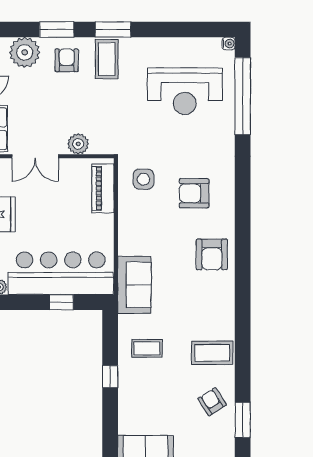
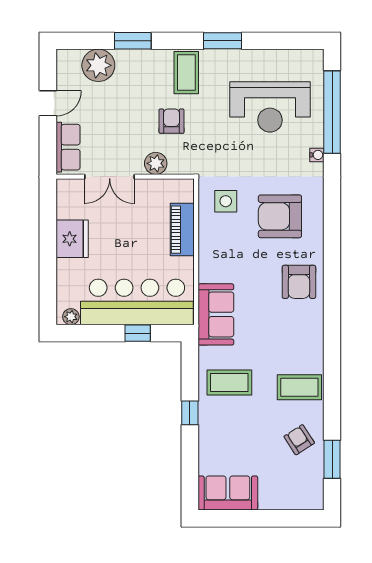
window: (113, 29) -> (222, 41), moved
water cooler: (229, 44) -> (317, 155), moved
armchair: (67, 60) -> (171, 121), moved
piano: (103, 188) -> (182, 230), moved
armchair: (194, 193) -> (280, 216), width x1.36, depth x1.36
coffee table: (147, 348) -> (229, 383), width x1.36, depth x1.30

